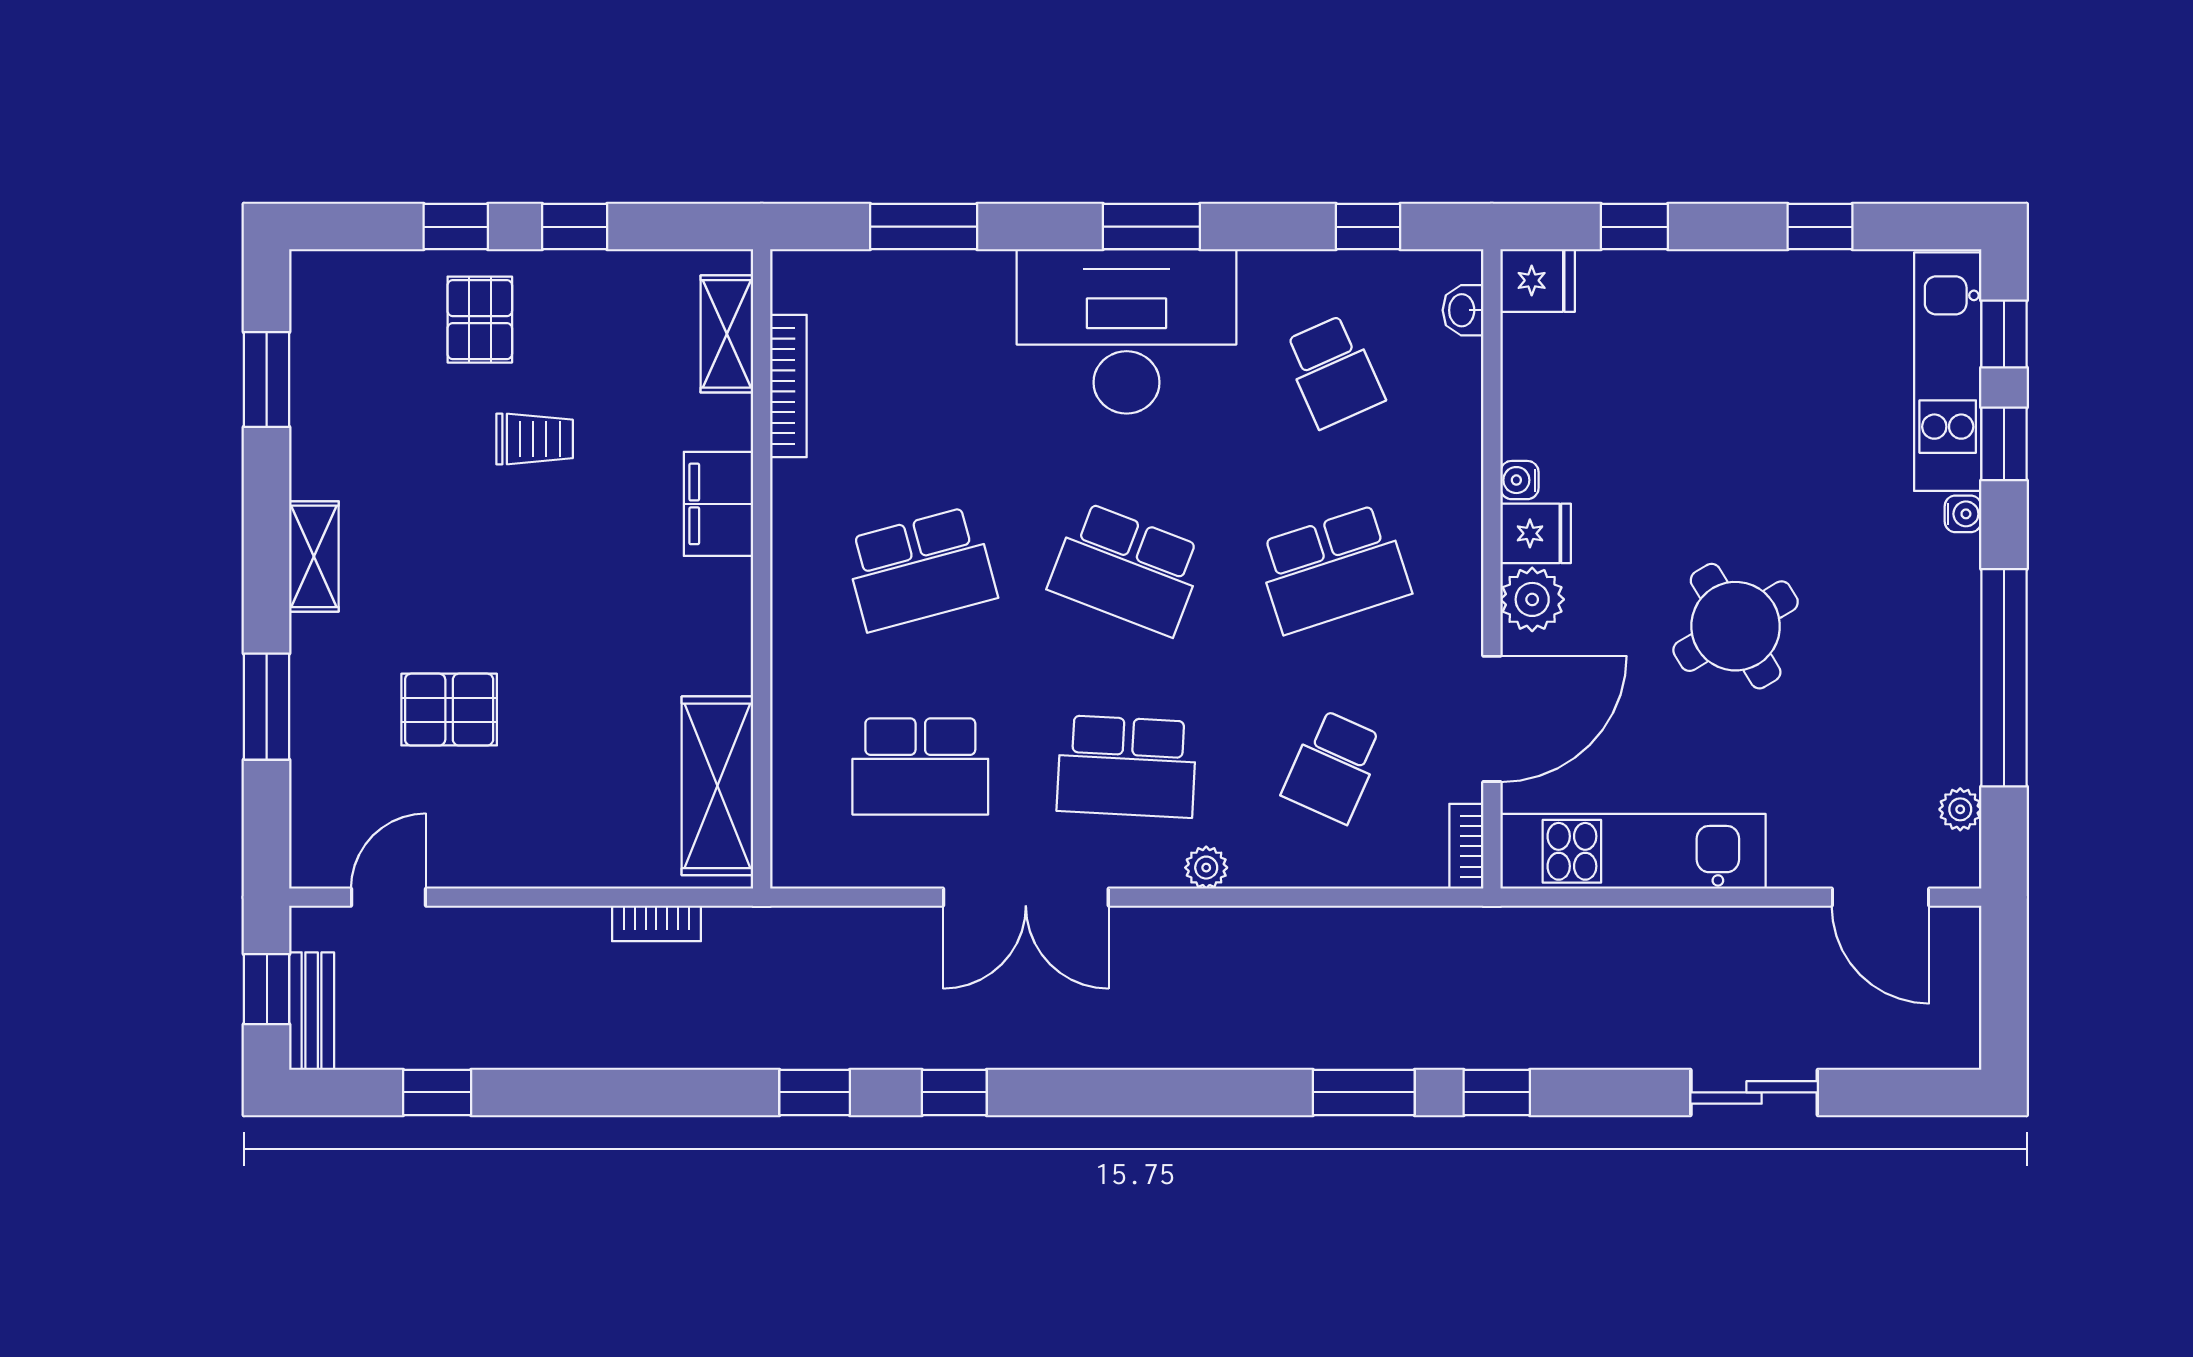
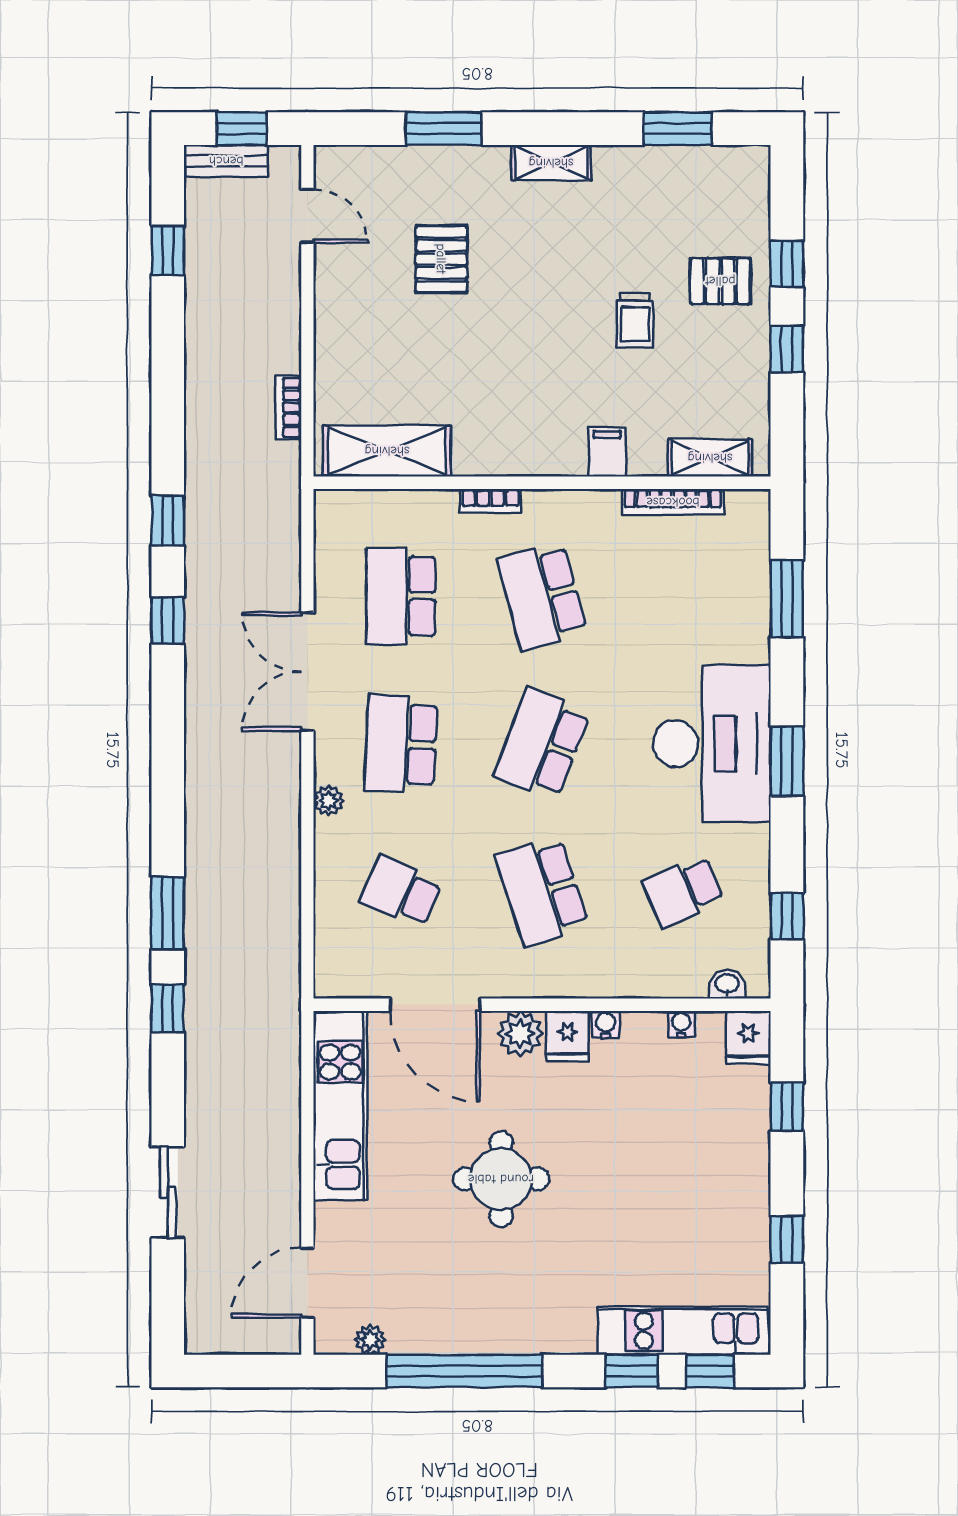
filing cabinet: (719, 504) -> (607, 452), width x0.50
water cooler: (1963, 514) -> (681, 1024), moved, turned 180
round table: (1736, 626) -> (501, 1179), turned 31
bookcase: (1466, 846) -> (490, 501), moved, turned 180

